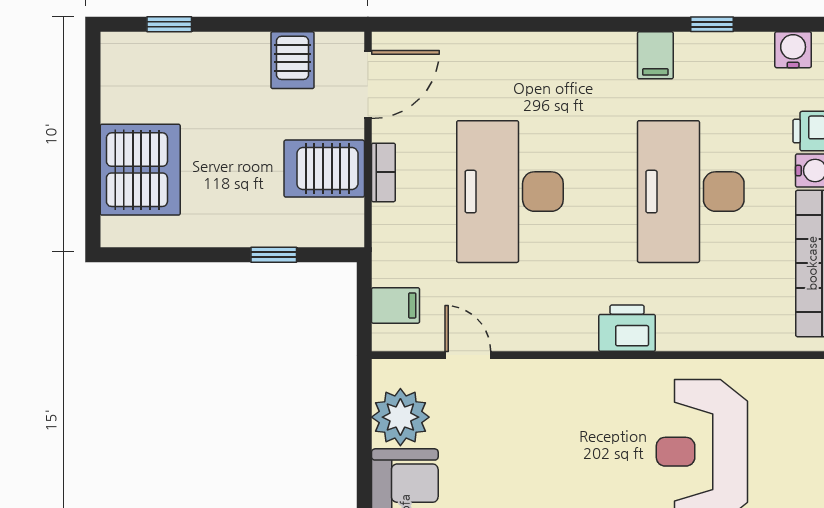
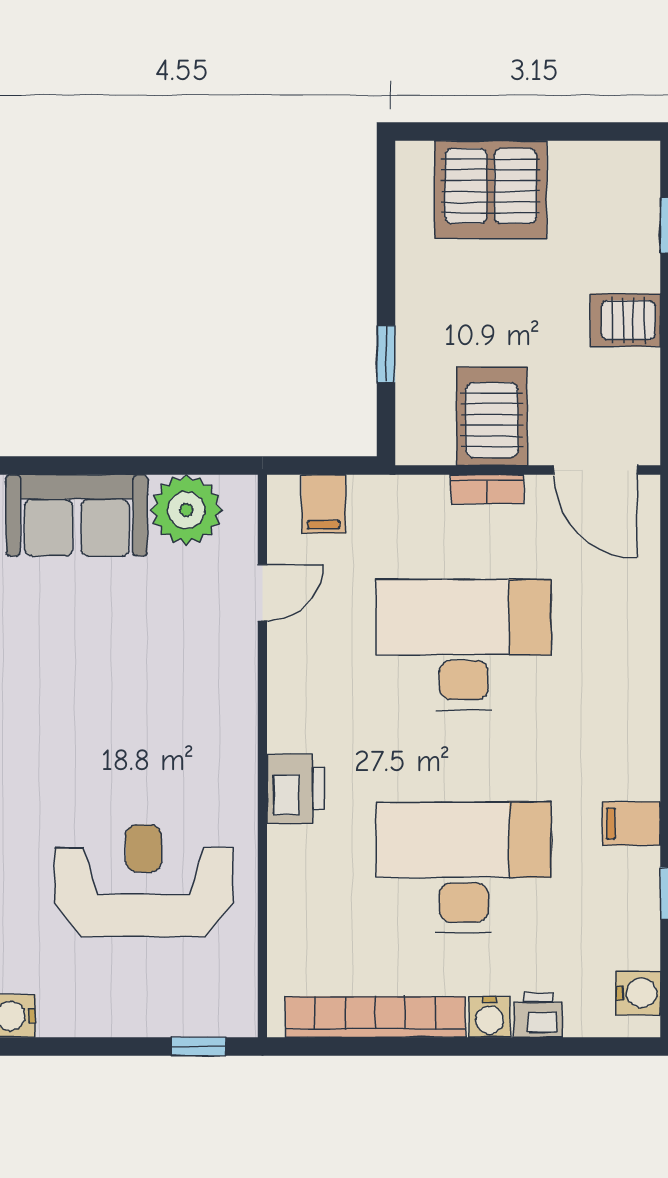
server rack: (292, 60) -> (625, 320), moved

